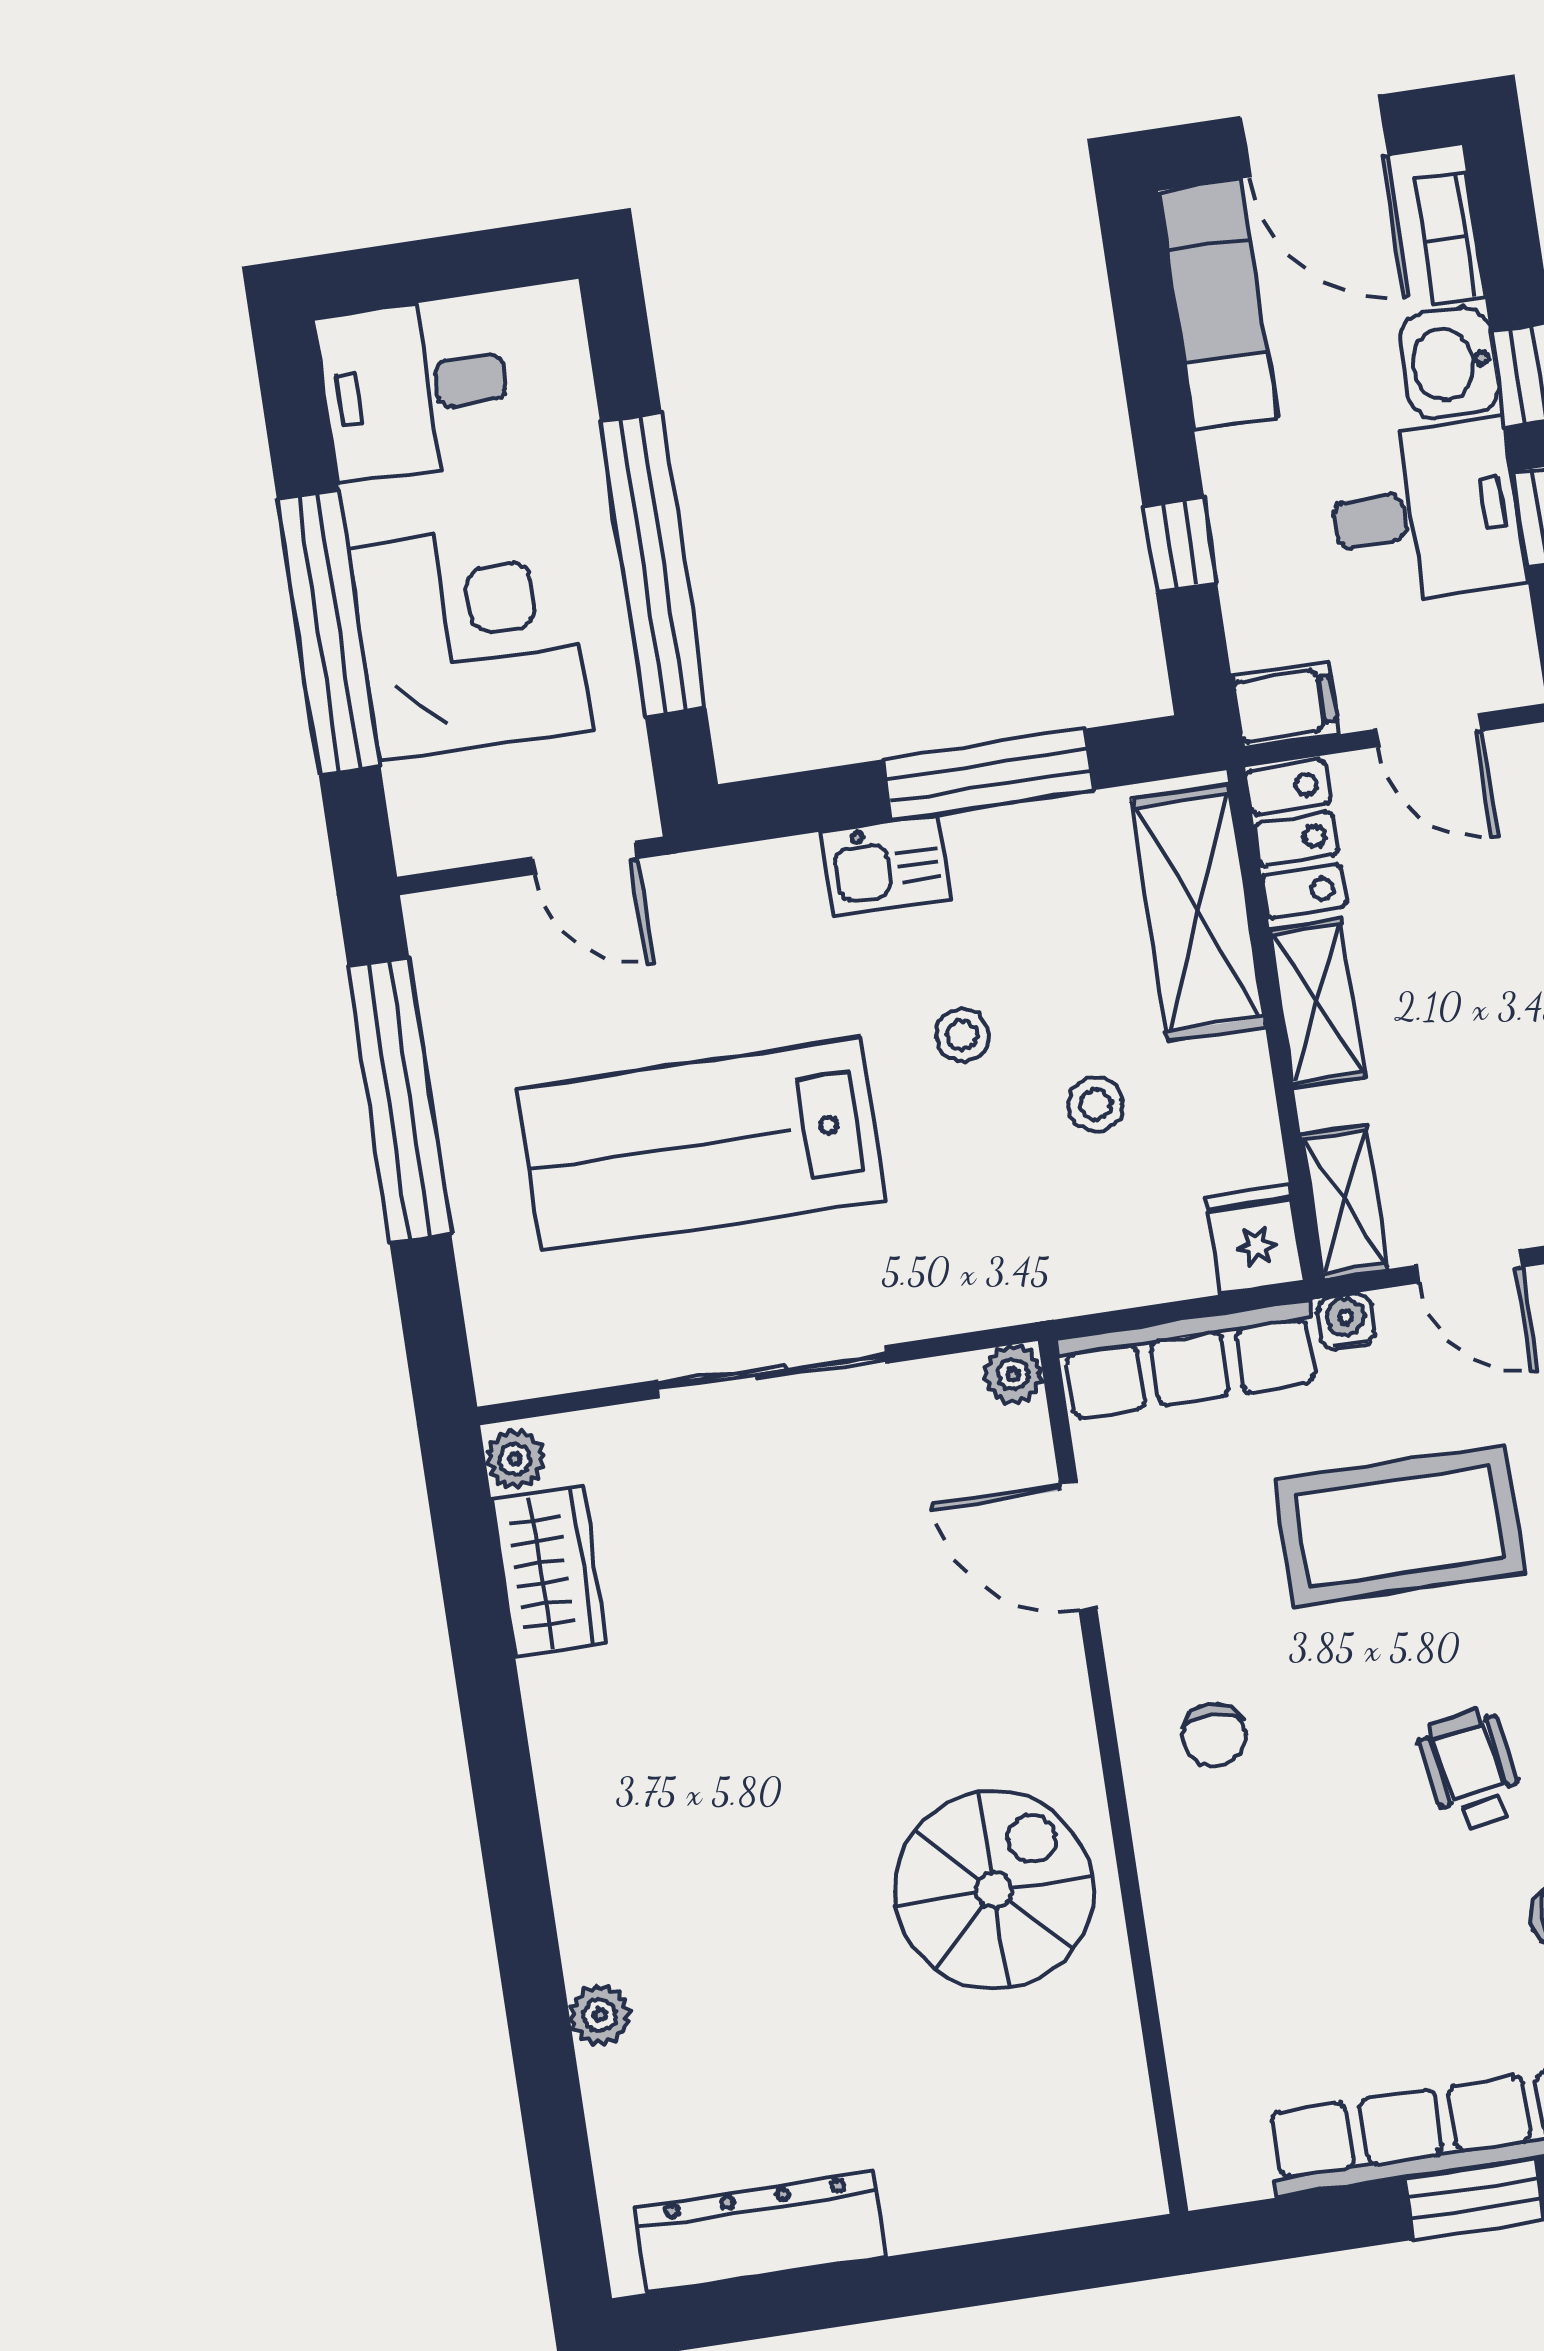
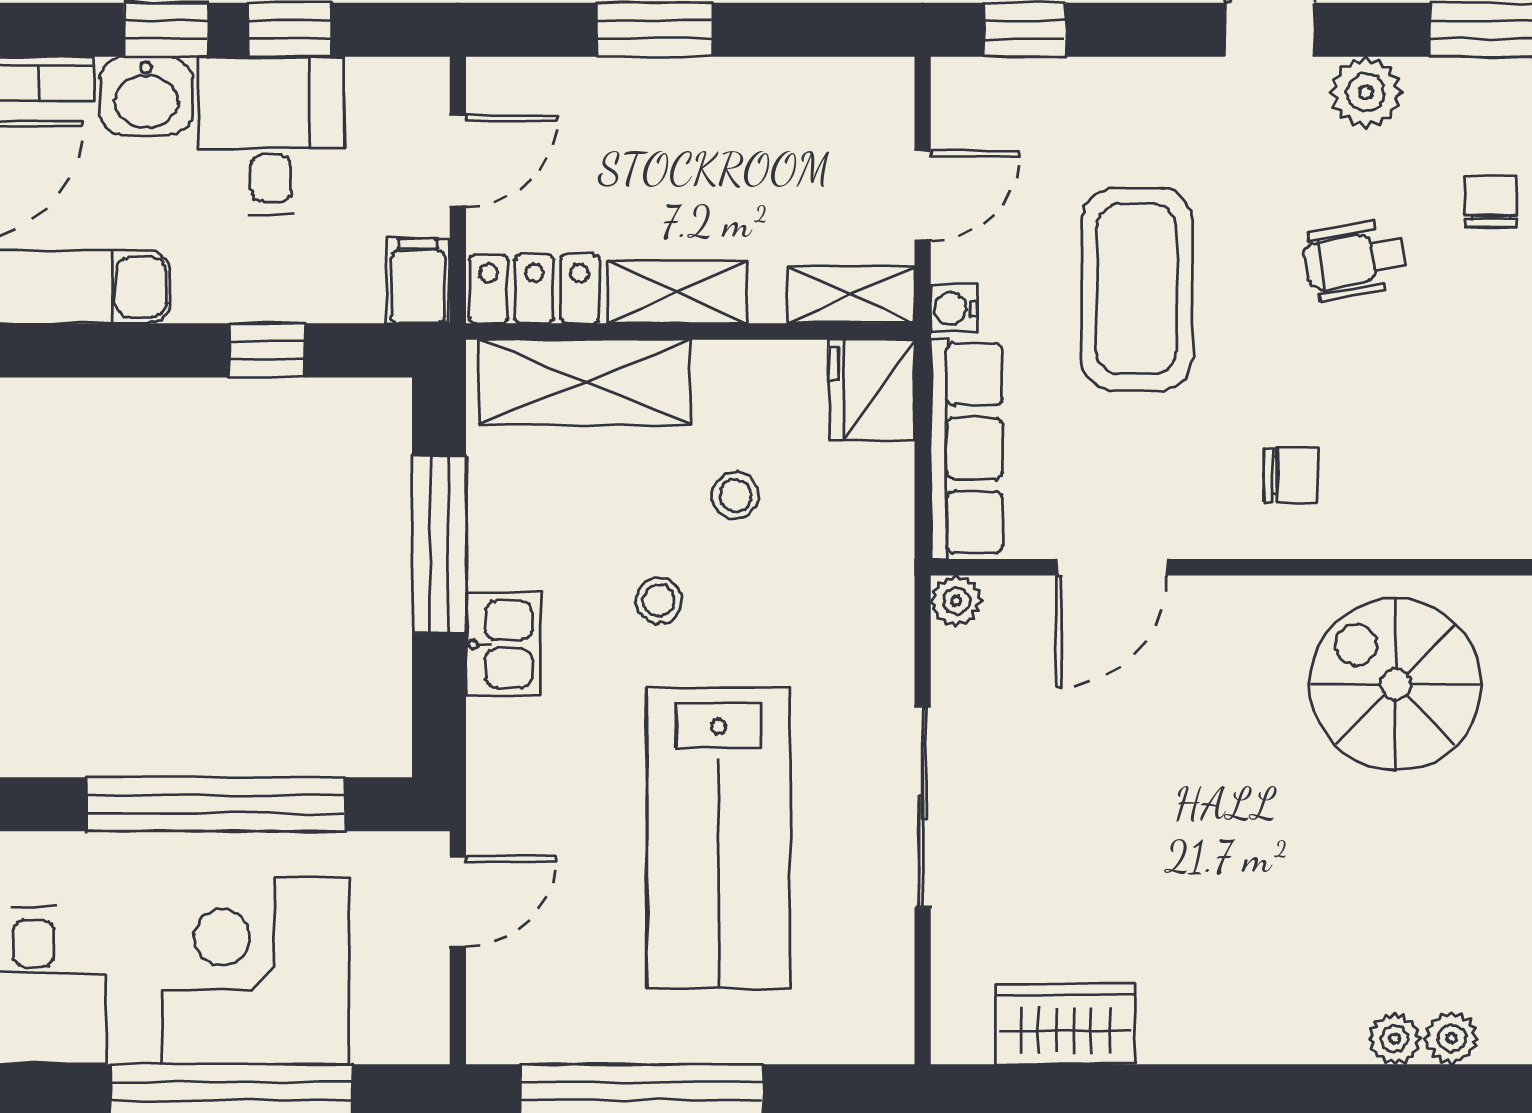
fridge: (1255, 1239) -> (872, 390), width x1.38
plant: (515, 1459) -> (1394, 1039), moved

